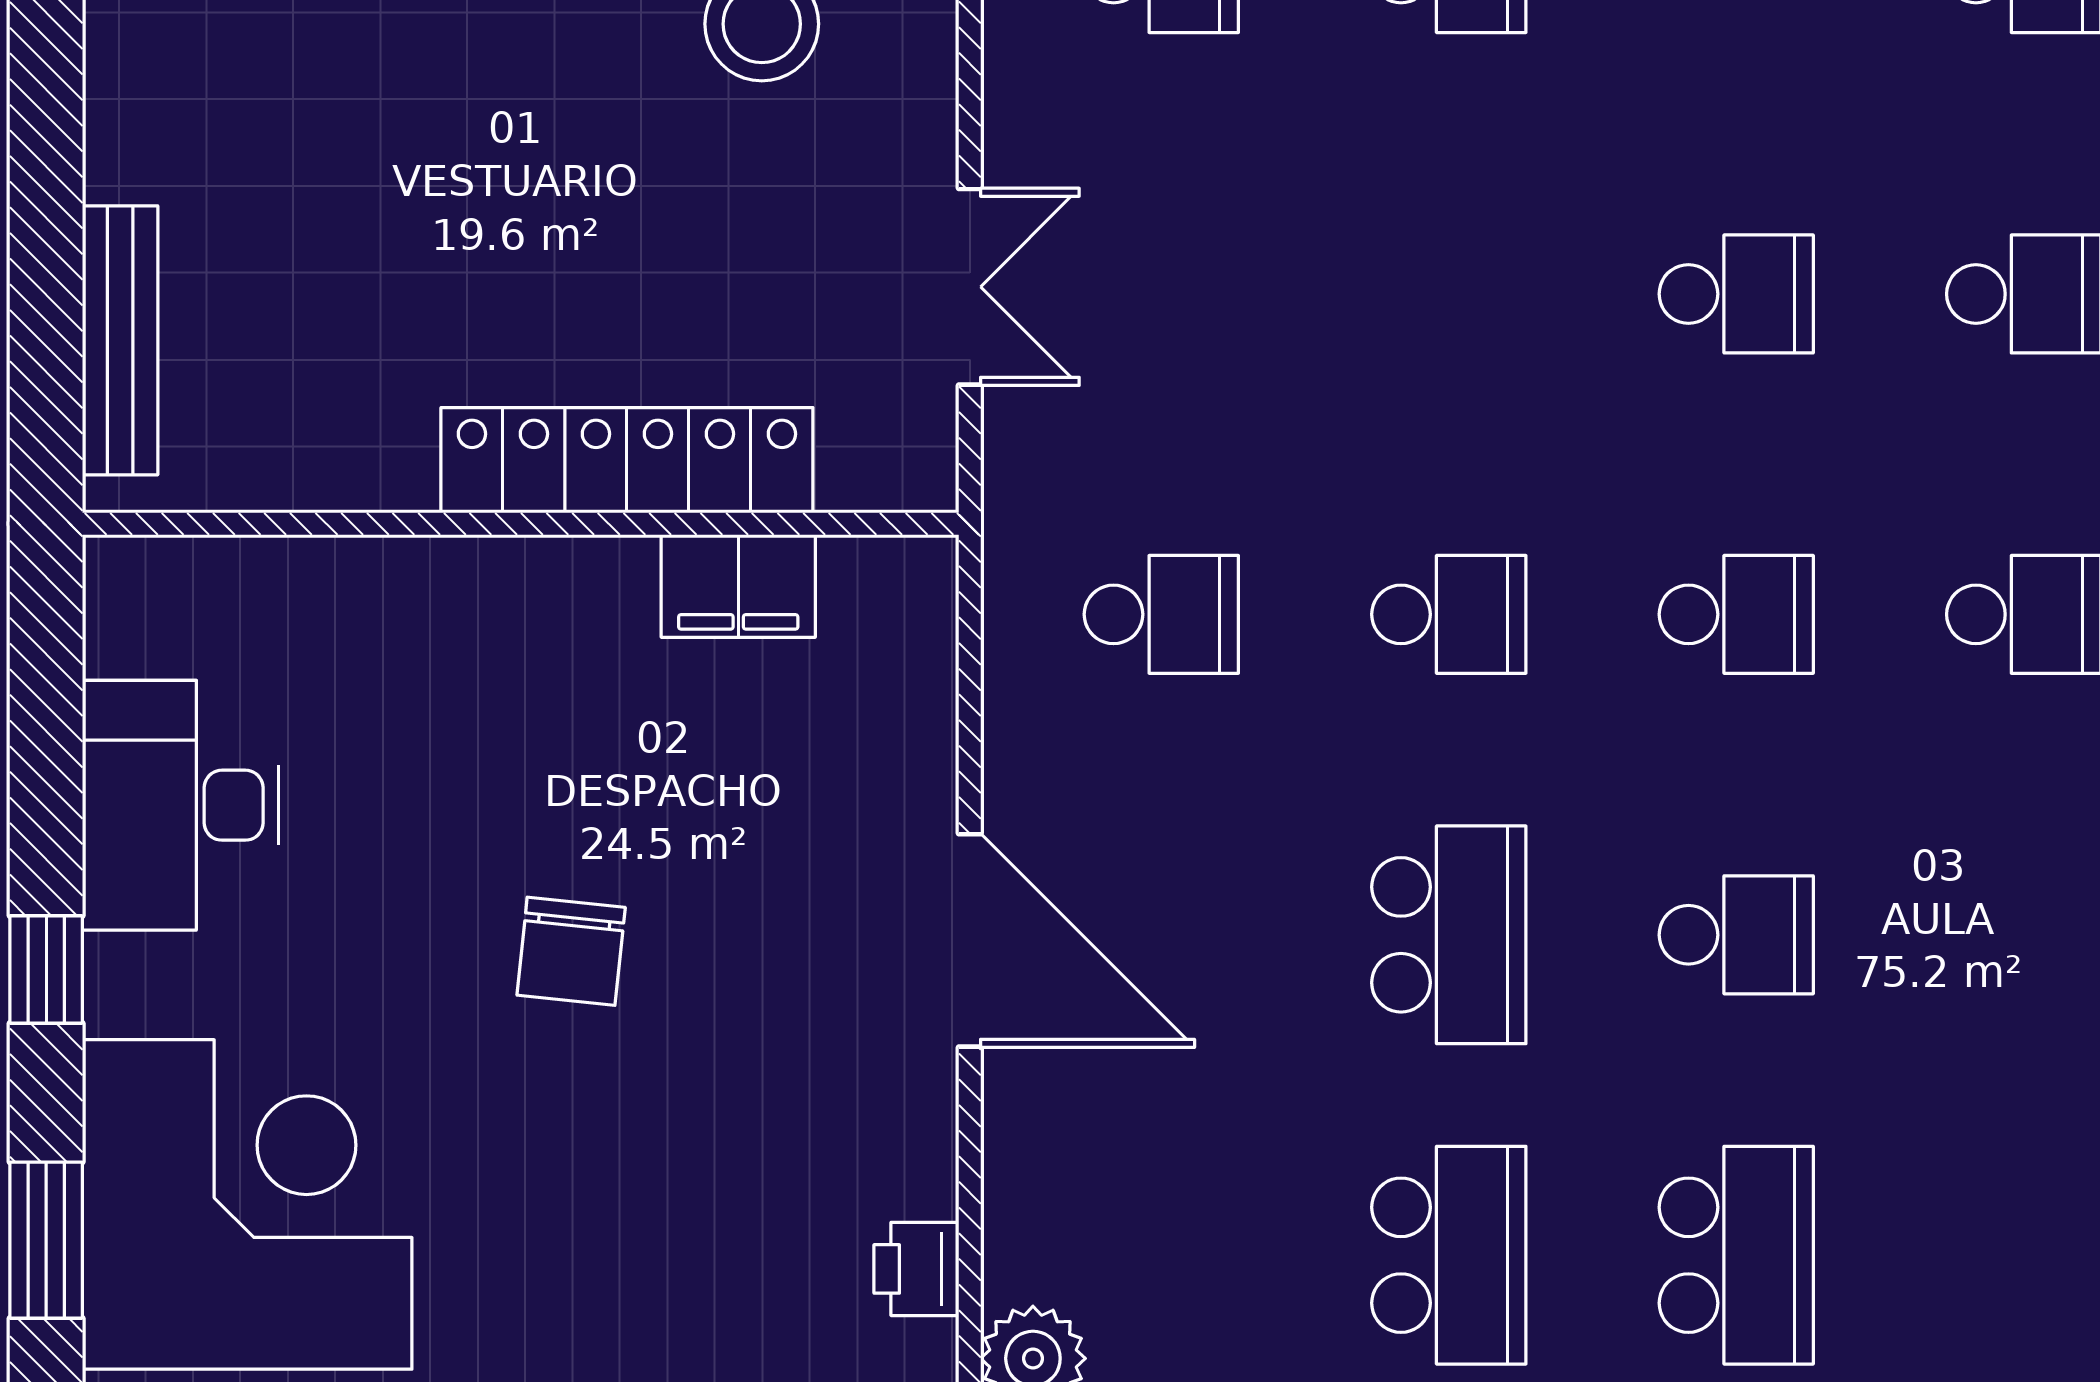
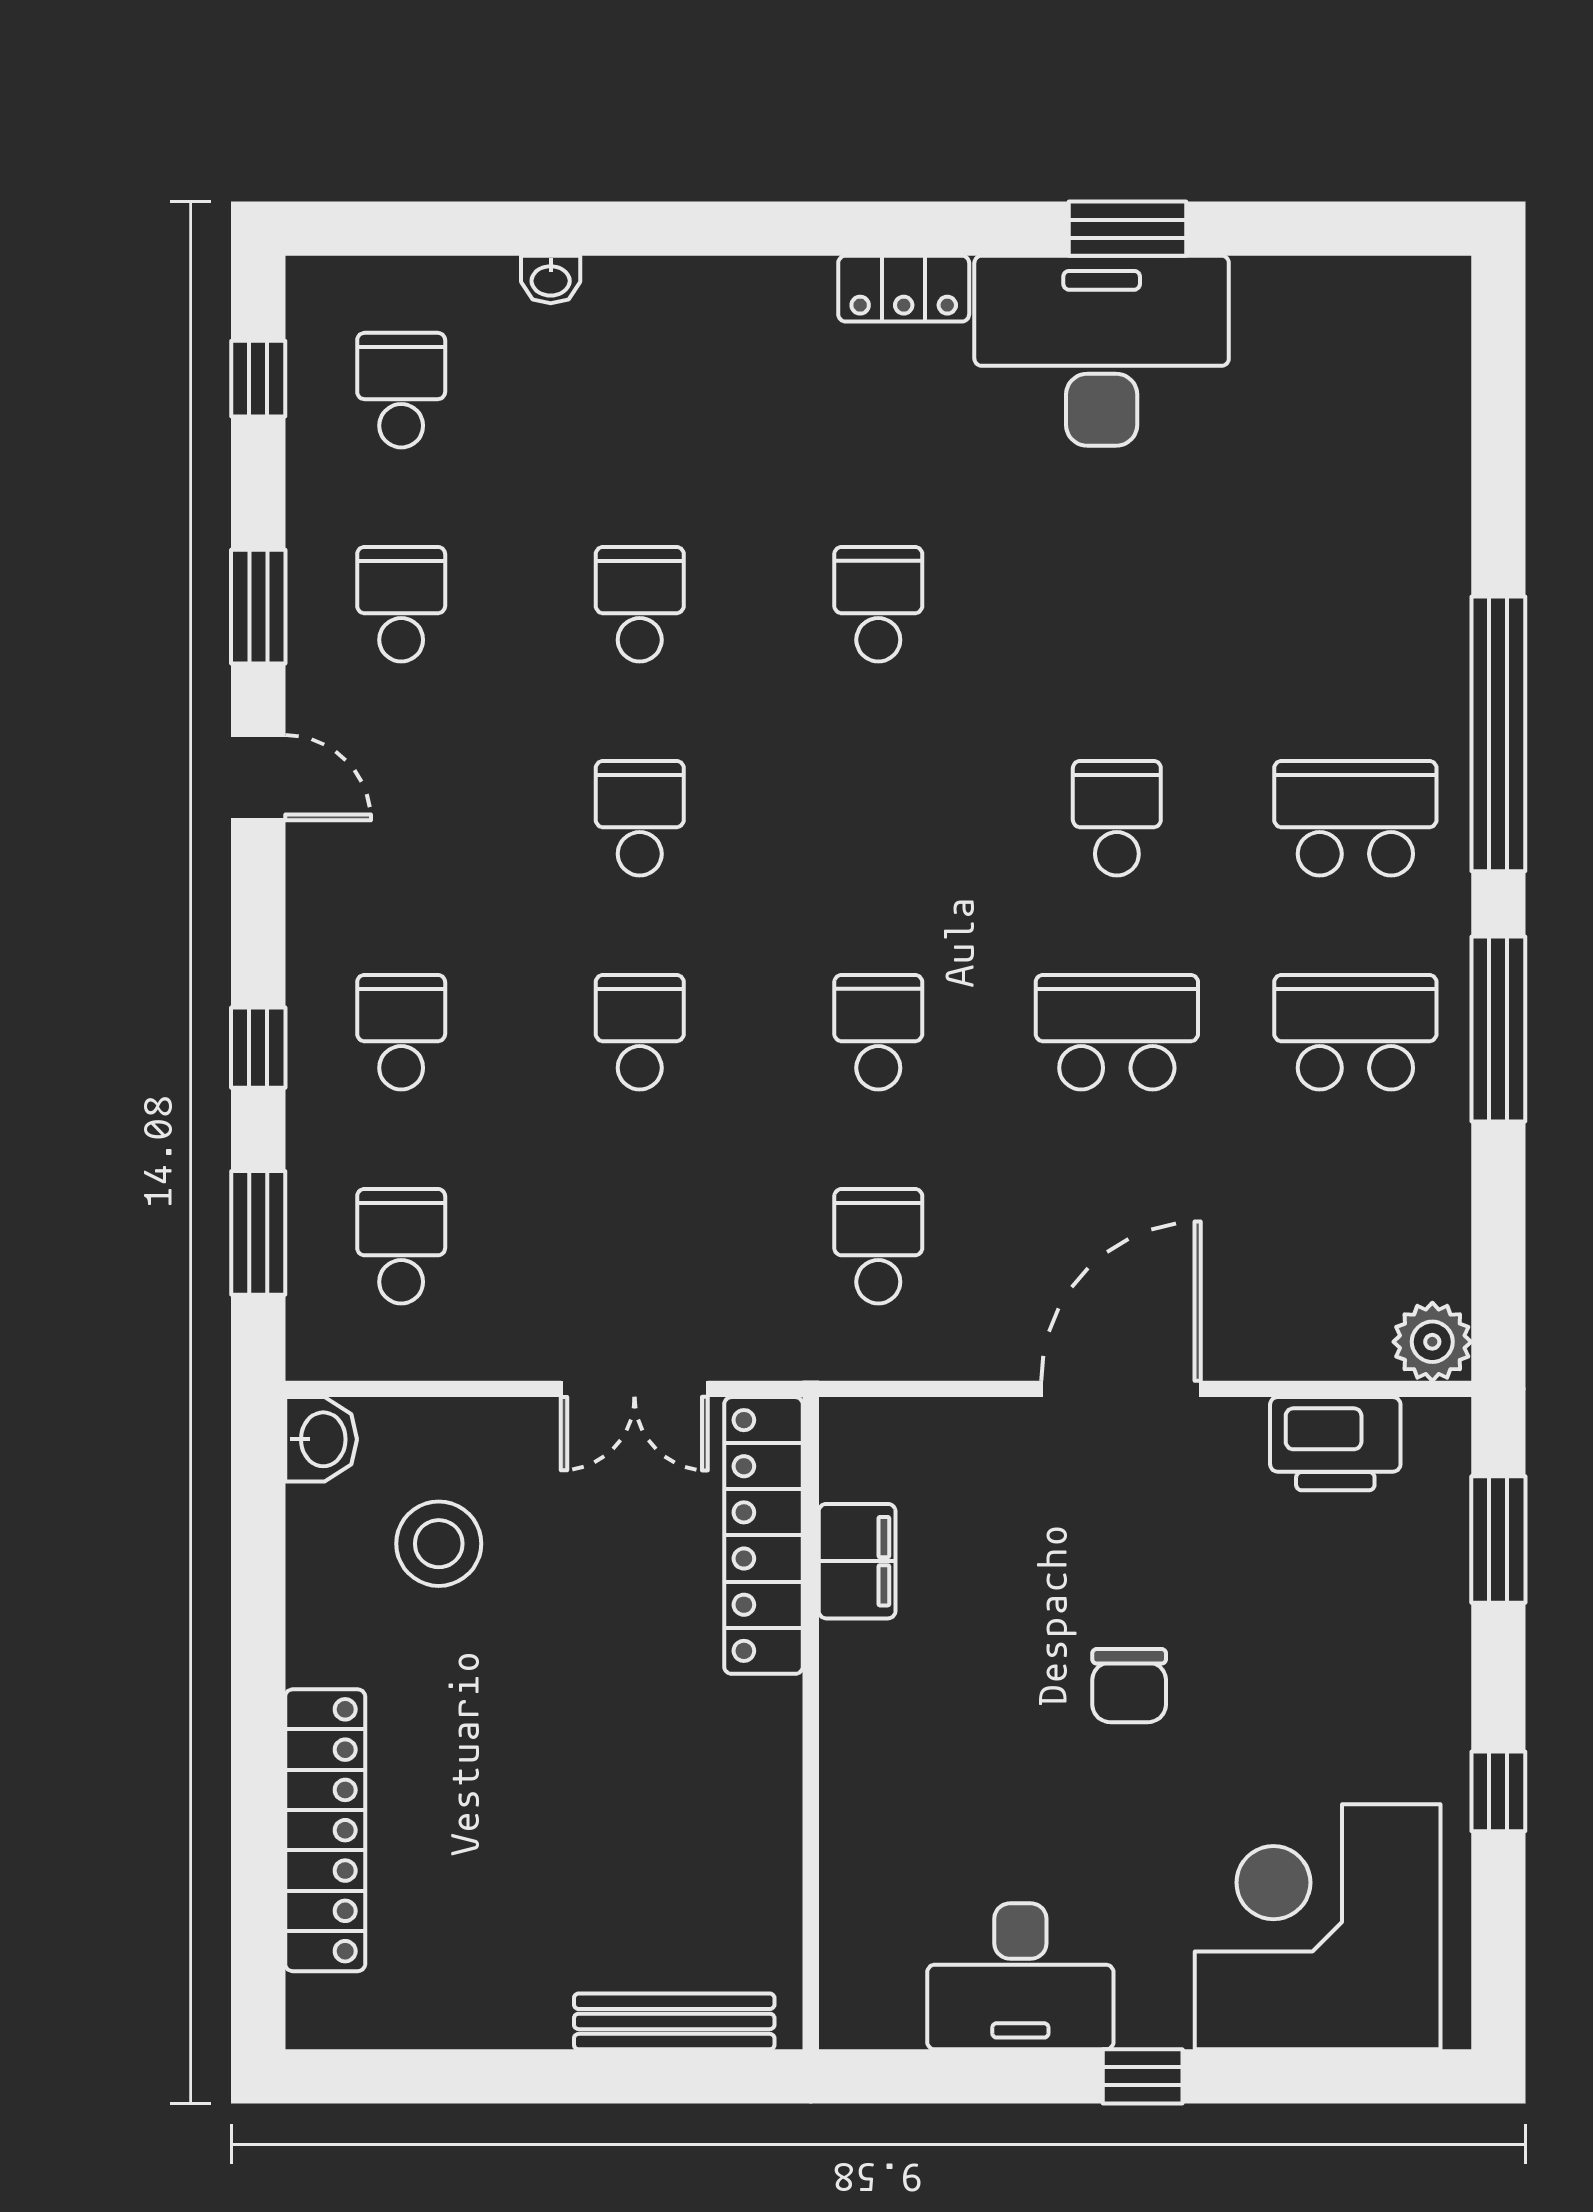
double door: (970, 287) -> (634, 1389), swing flipped
locker: (627, 460) -> (763, 1535), moved
school desk: (1736, 614) -> (640, 1032), moved
chair: (571, 951) -> (1129, 1686), turned 84
window: (46, 1240) -> (1344, 2076), removed
printer: (916, 1269) -> (1335, 1444), width x1.87, depth x1.48

